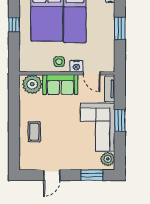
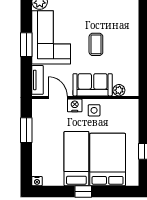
window: (120, 28) -> (26, 130), moved
plant: (32, 84) -> (119, 90), width x0.53, depth x0.53
coffee table: (34, 132) -> (96, 44), moved

